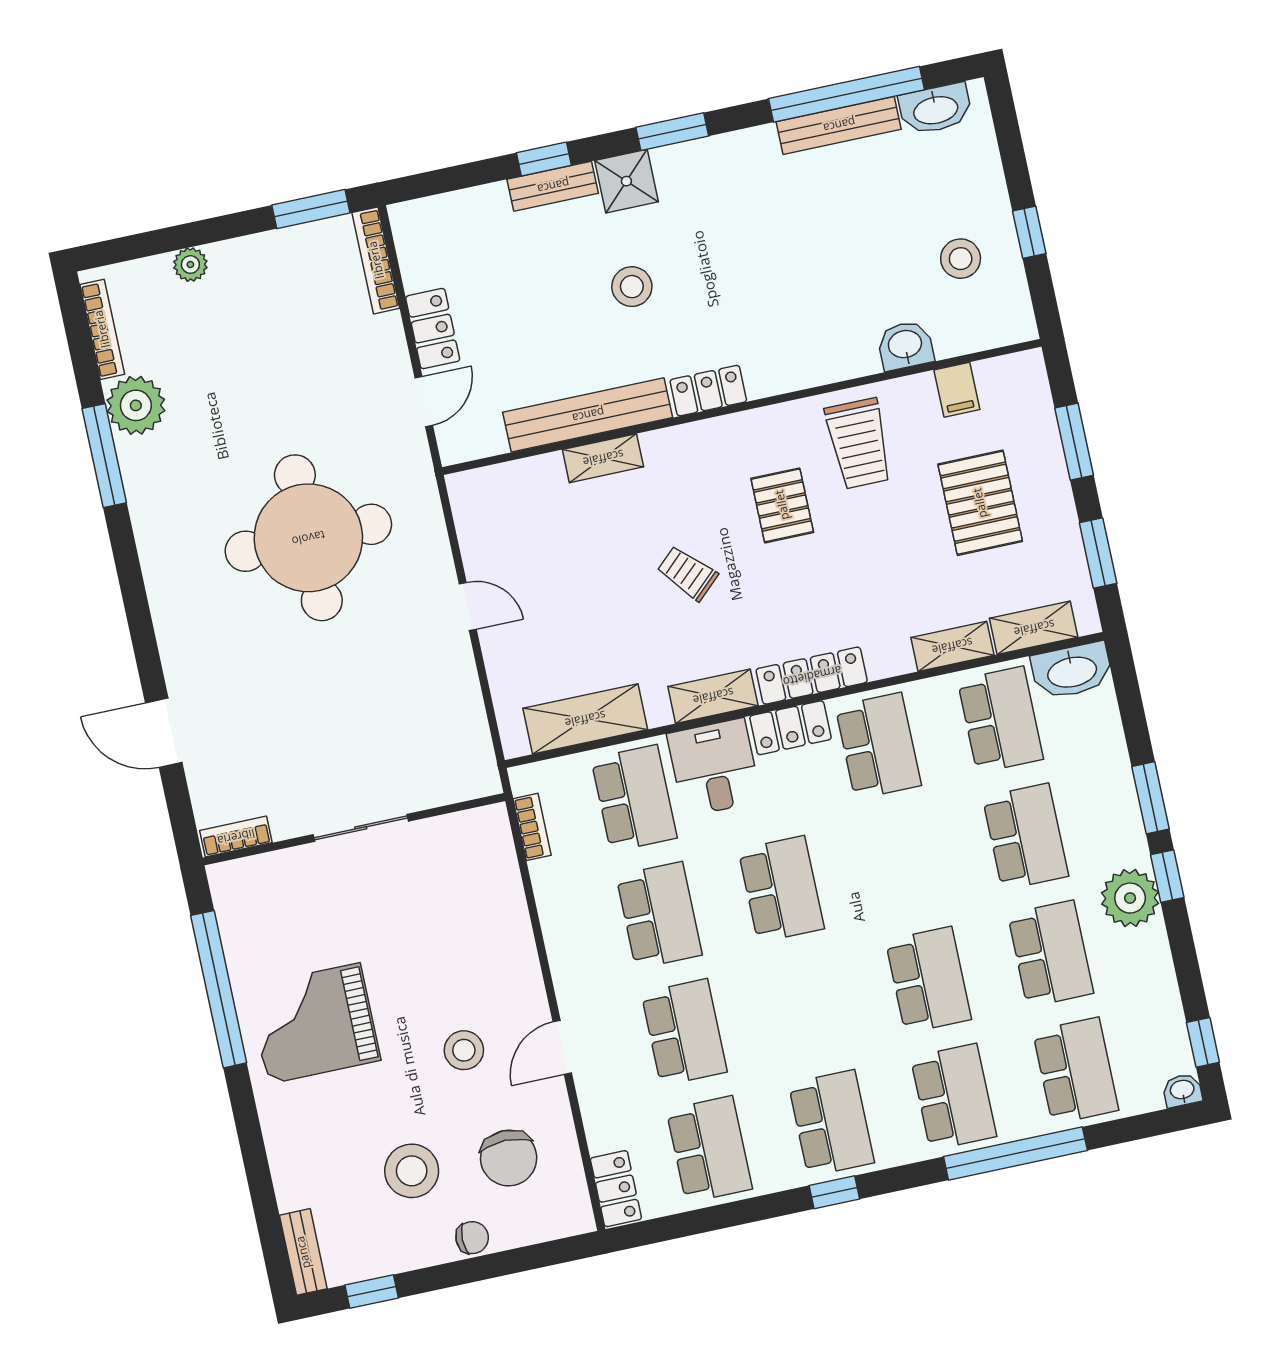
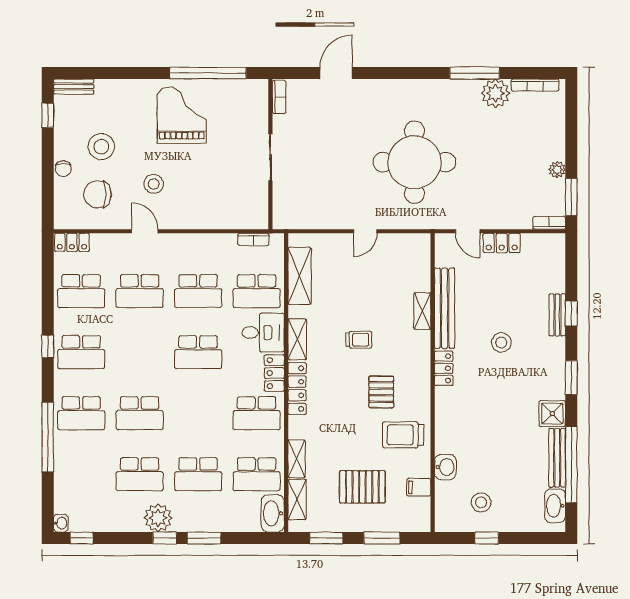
shower: (626, 181) -> (552, 414), moved
bookcase: (376, 260) -> (549, 223), width x0.64
plant: (190, 265) -> (557, 170), moved
pallet: (782, 505) -> (381, 392), turned 90
trolley: (687, 573) -> (359, 340), turned 43
school desk: (1076, 1071) -> (81, 474), removed

